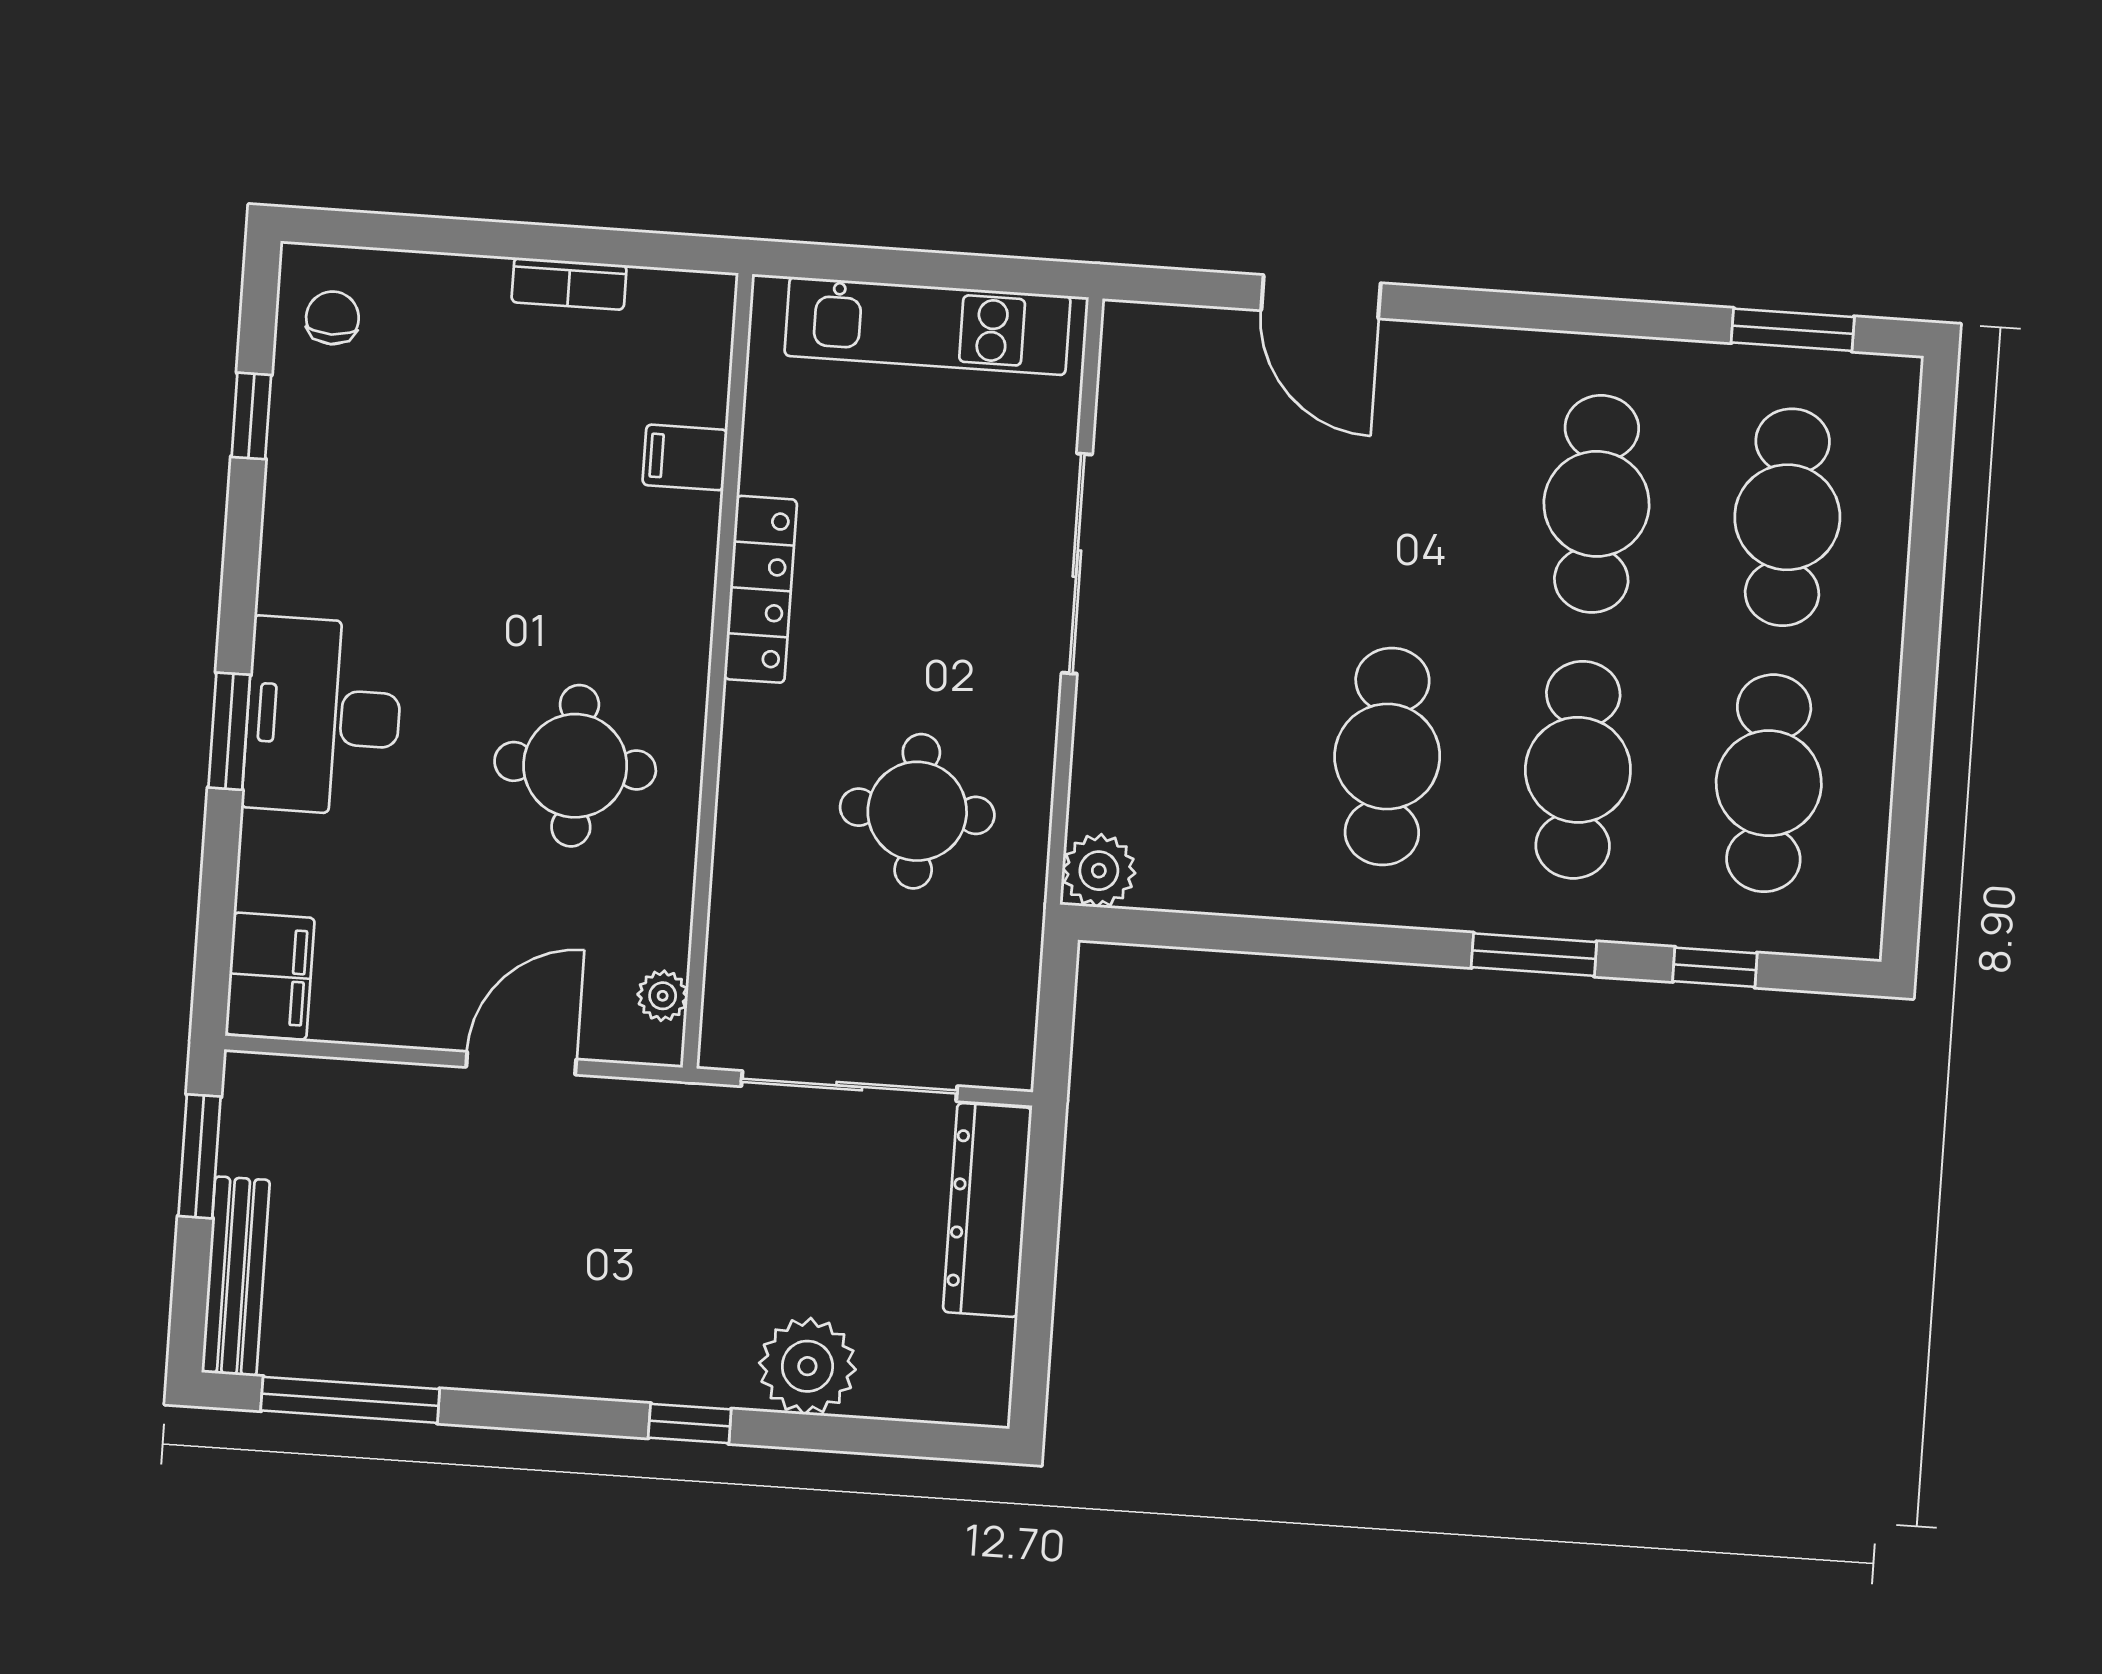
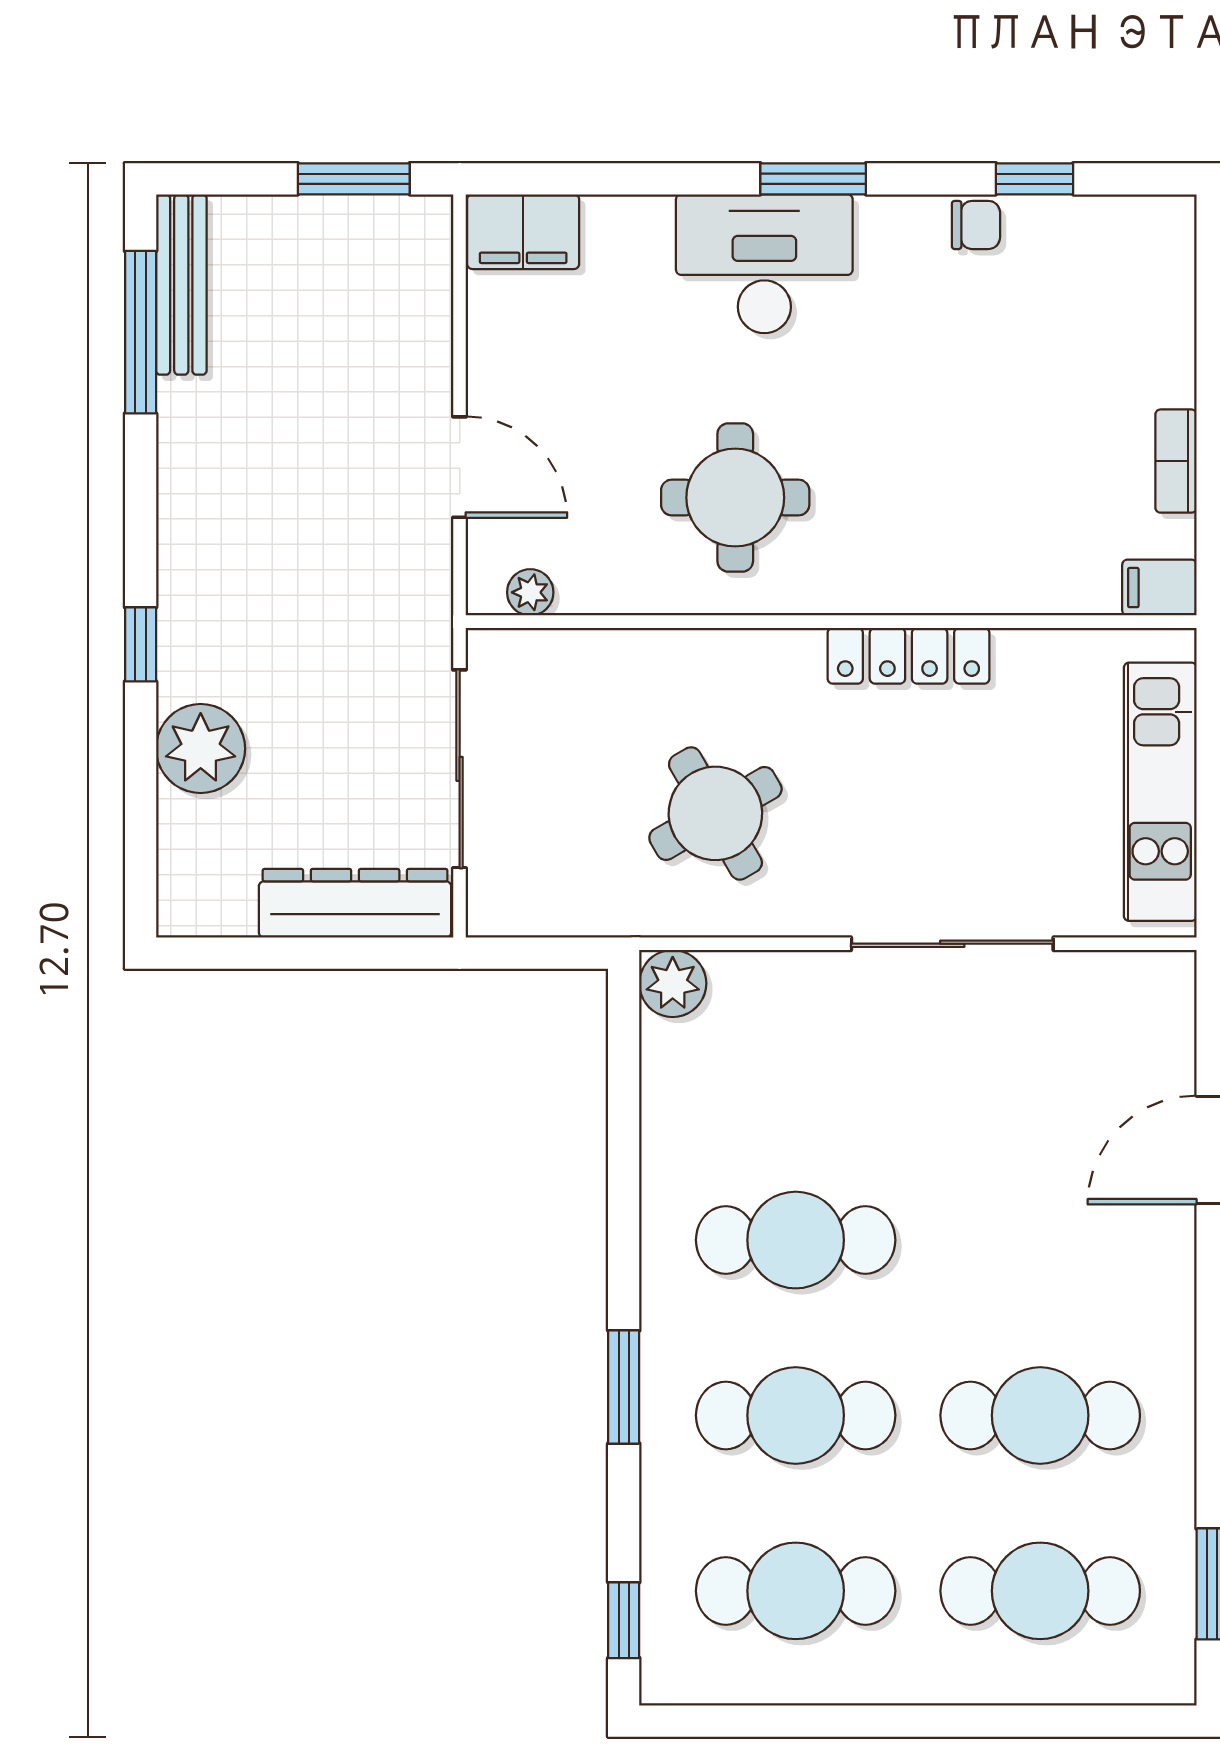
chair: (332, 318) -> (976, 225), moved
filing cabinet: (685, 457) -> (1159, 588), moved, turned -90
window: (229, 731) -> (813, 179), moved
round table: (917, 811) -> (715, 813), turned -30
window: (1715, 967) -> (624, 1620), moved
bench: (236, 1276) -> (181, 284), moved, turned 90

